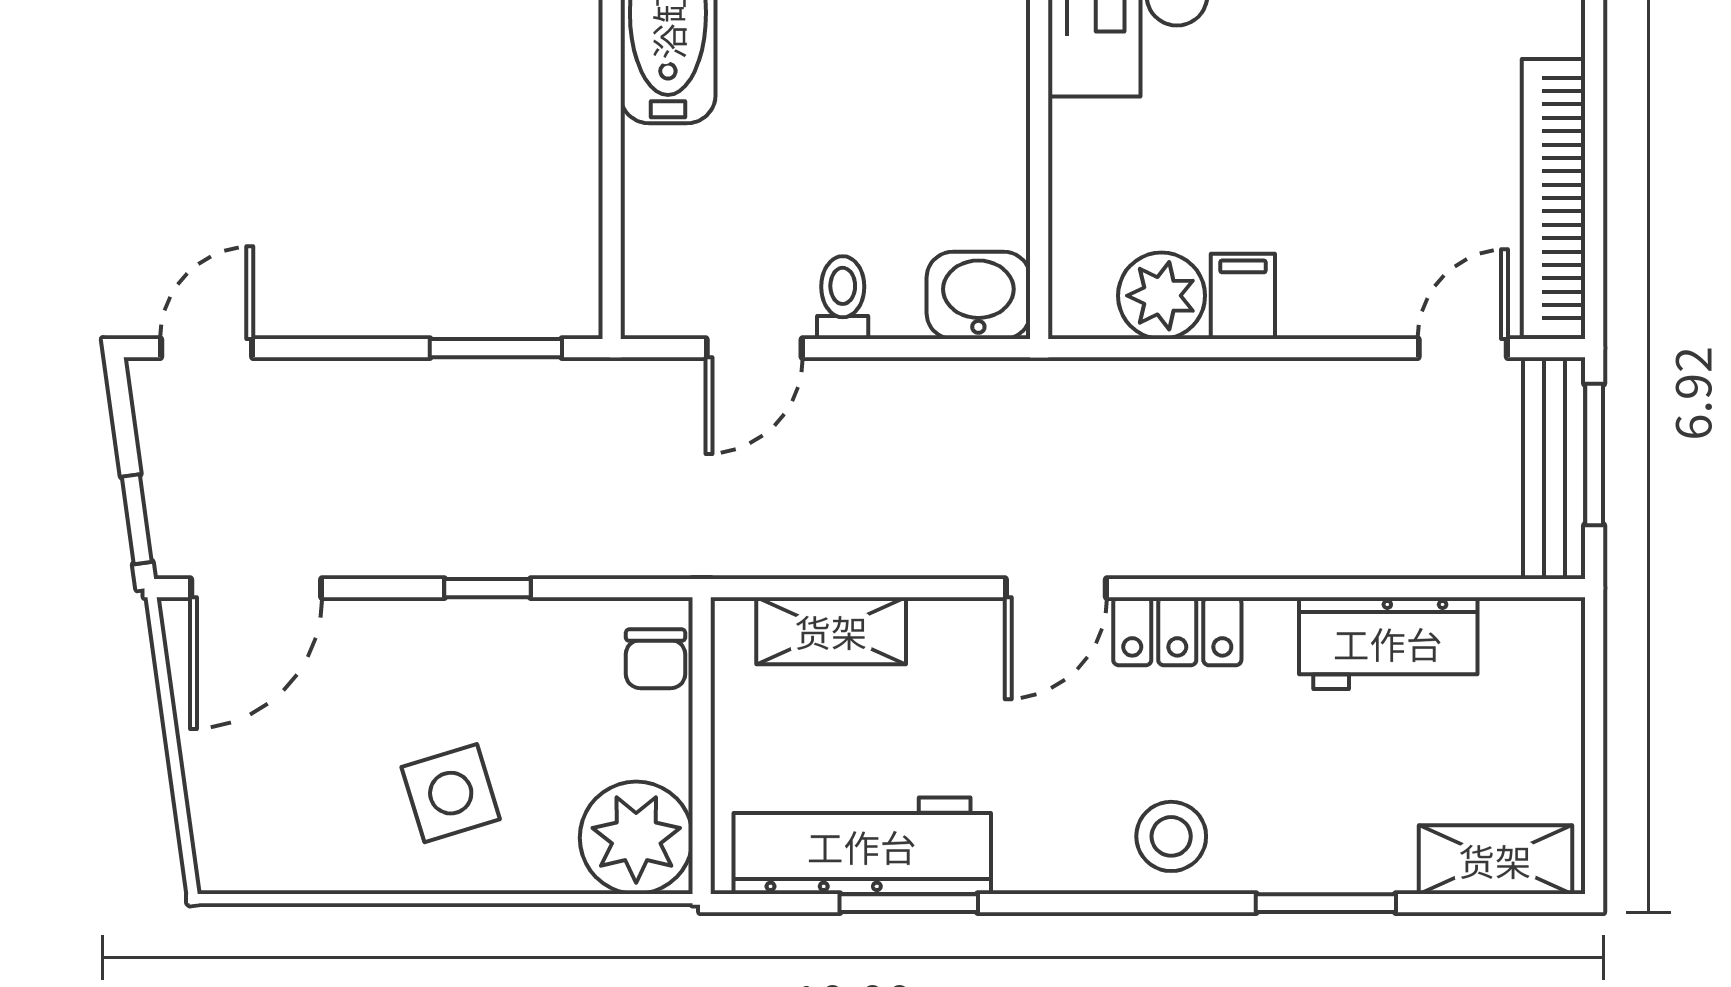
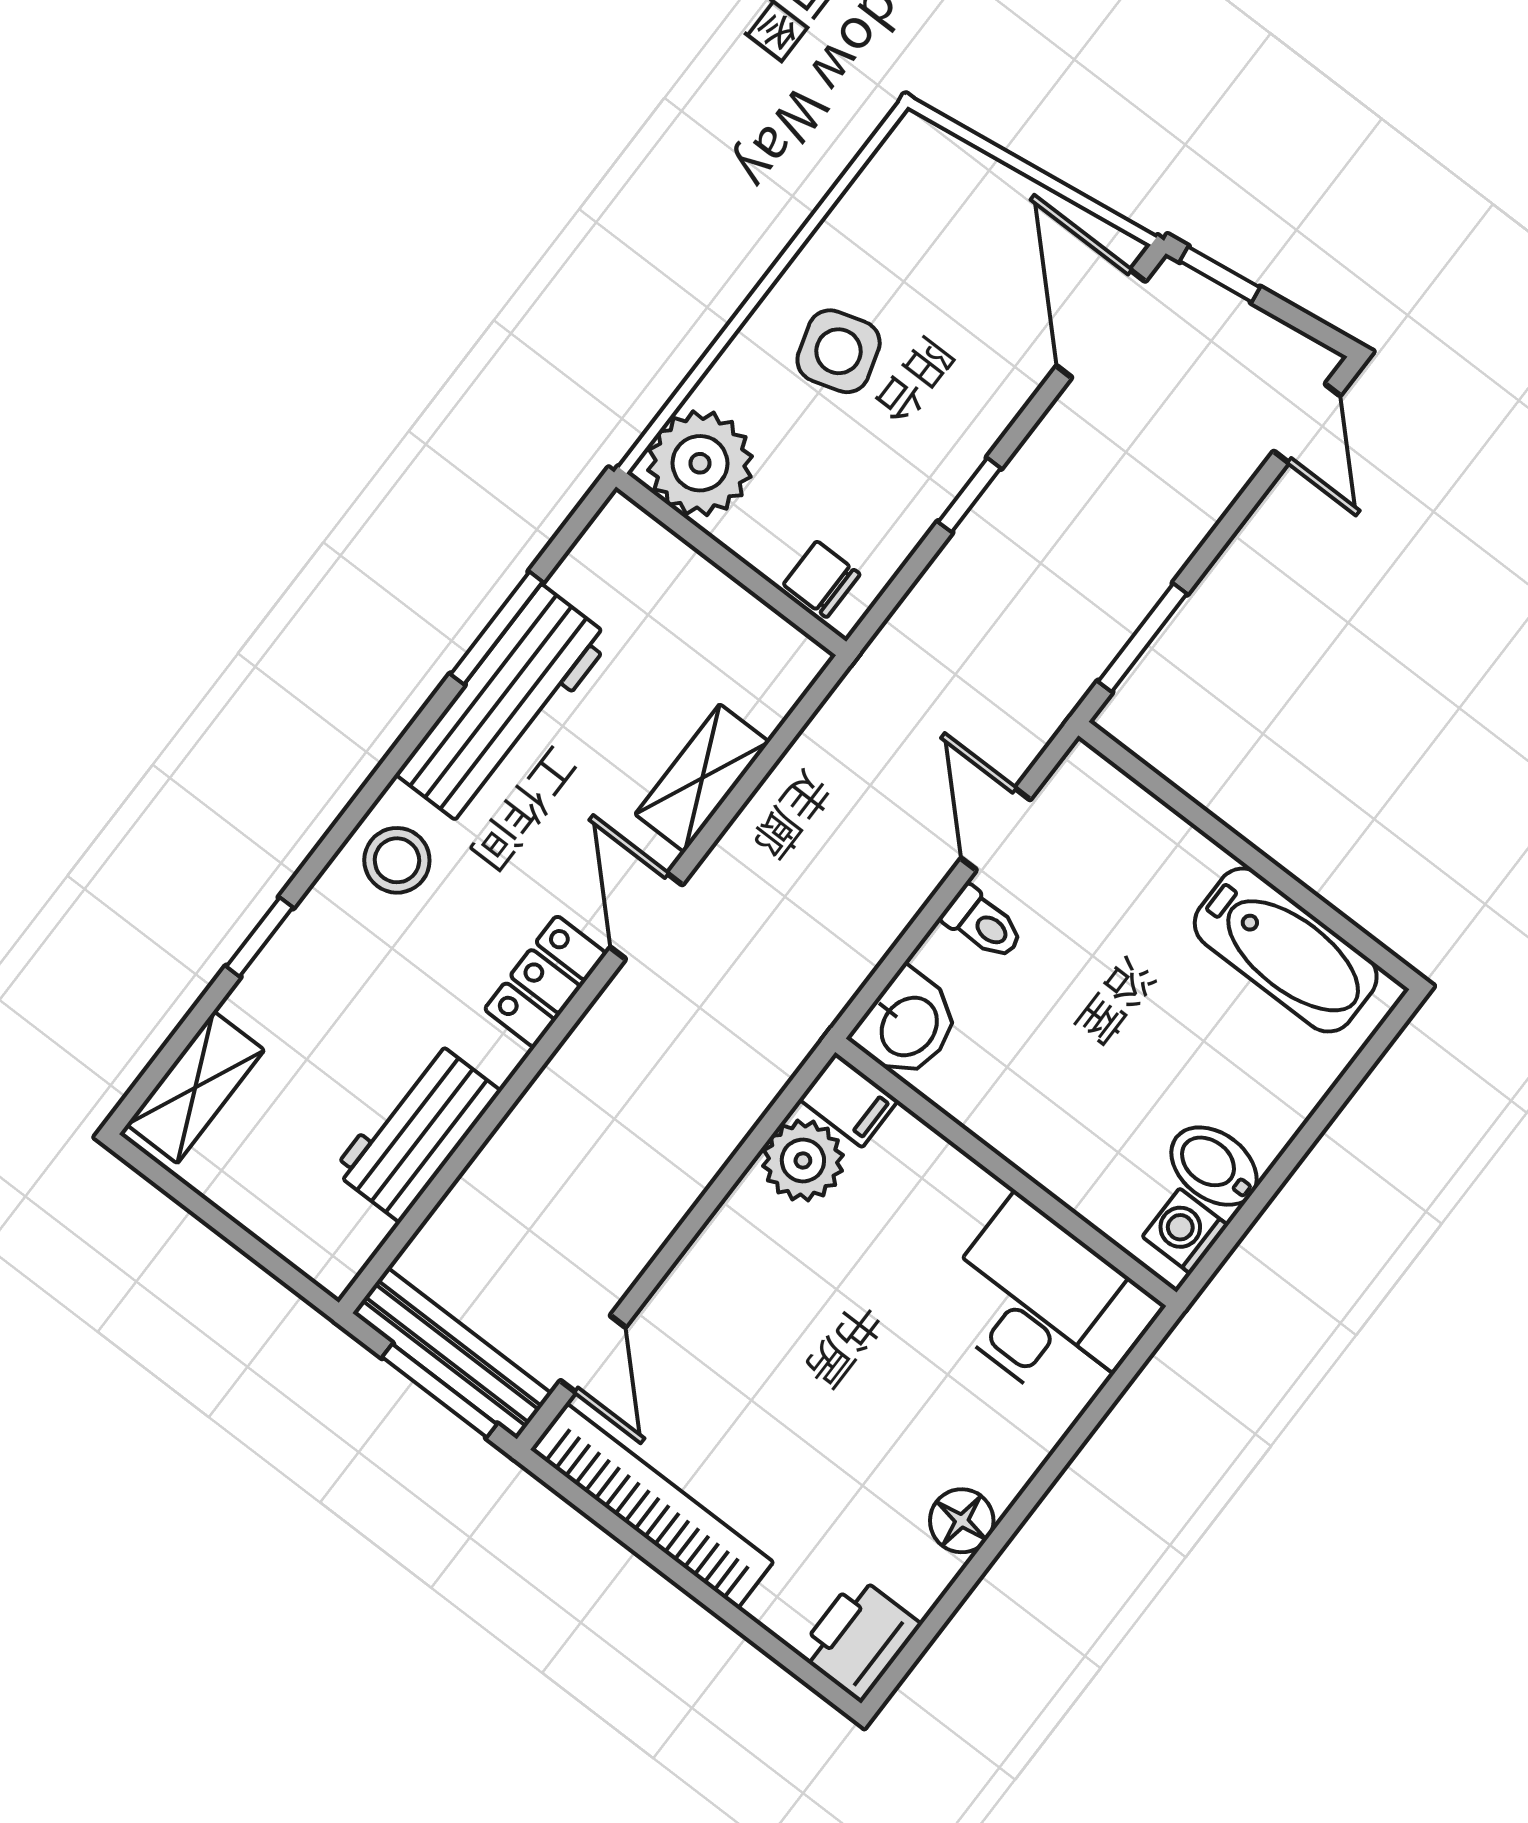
filing cabinet: (1243, 296) -> (849, 1100), moved
shelving: (831, 631) -> (702, 778), moved
workbench: (862, 846) -> (504, 706), moved
window: (1326, 903) -> (260, 937), width x0.67

